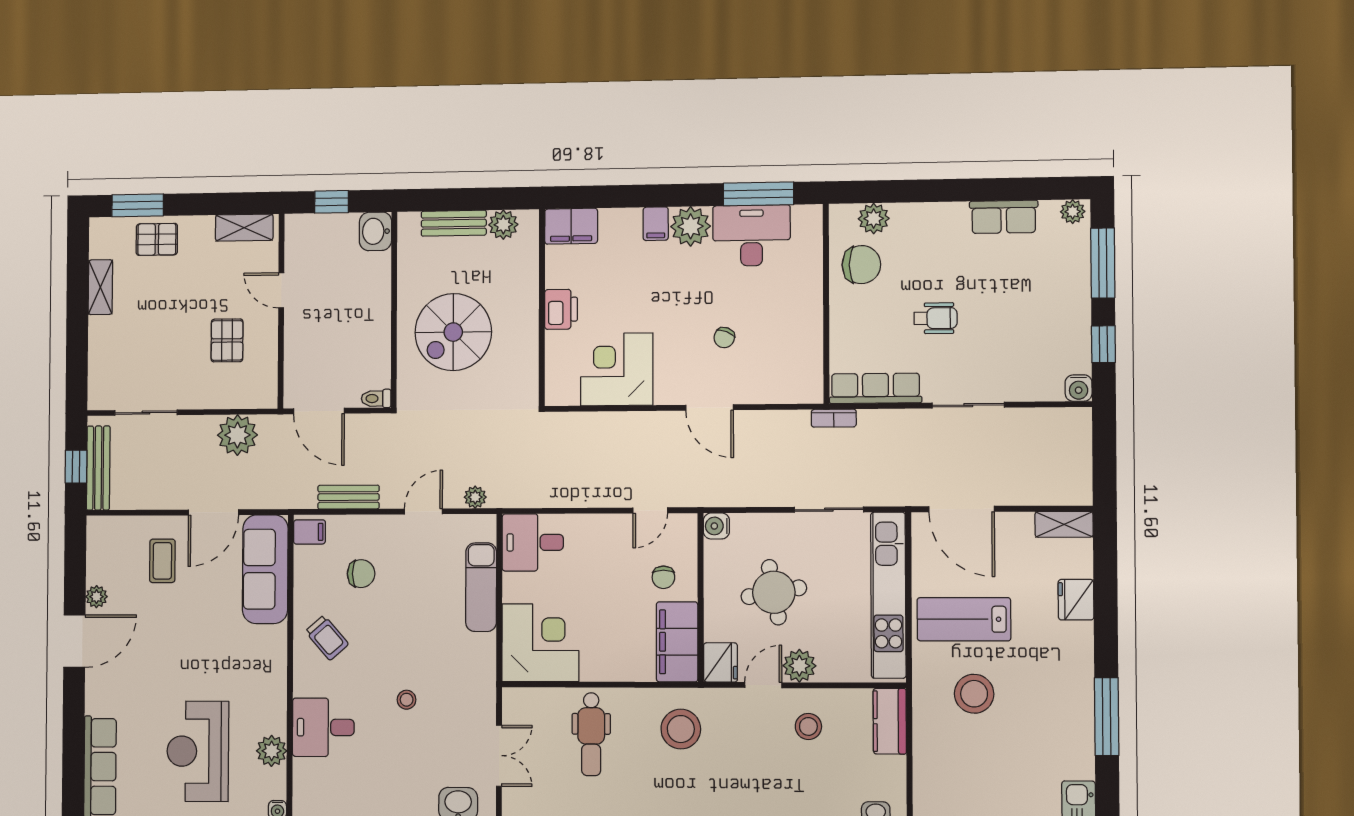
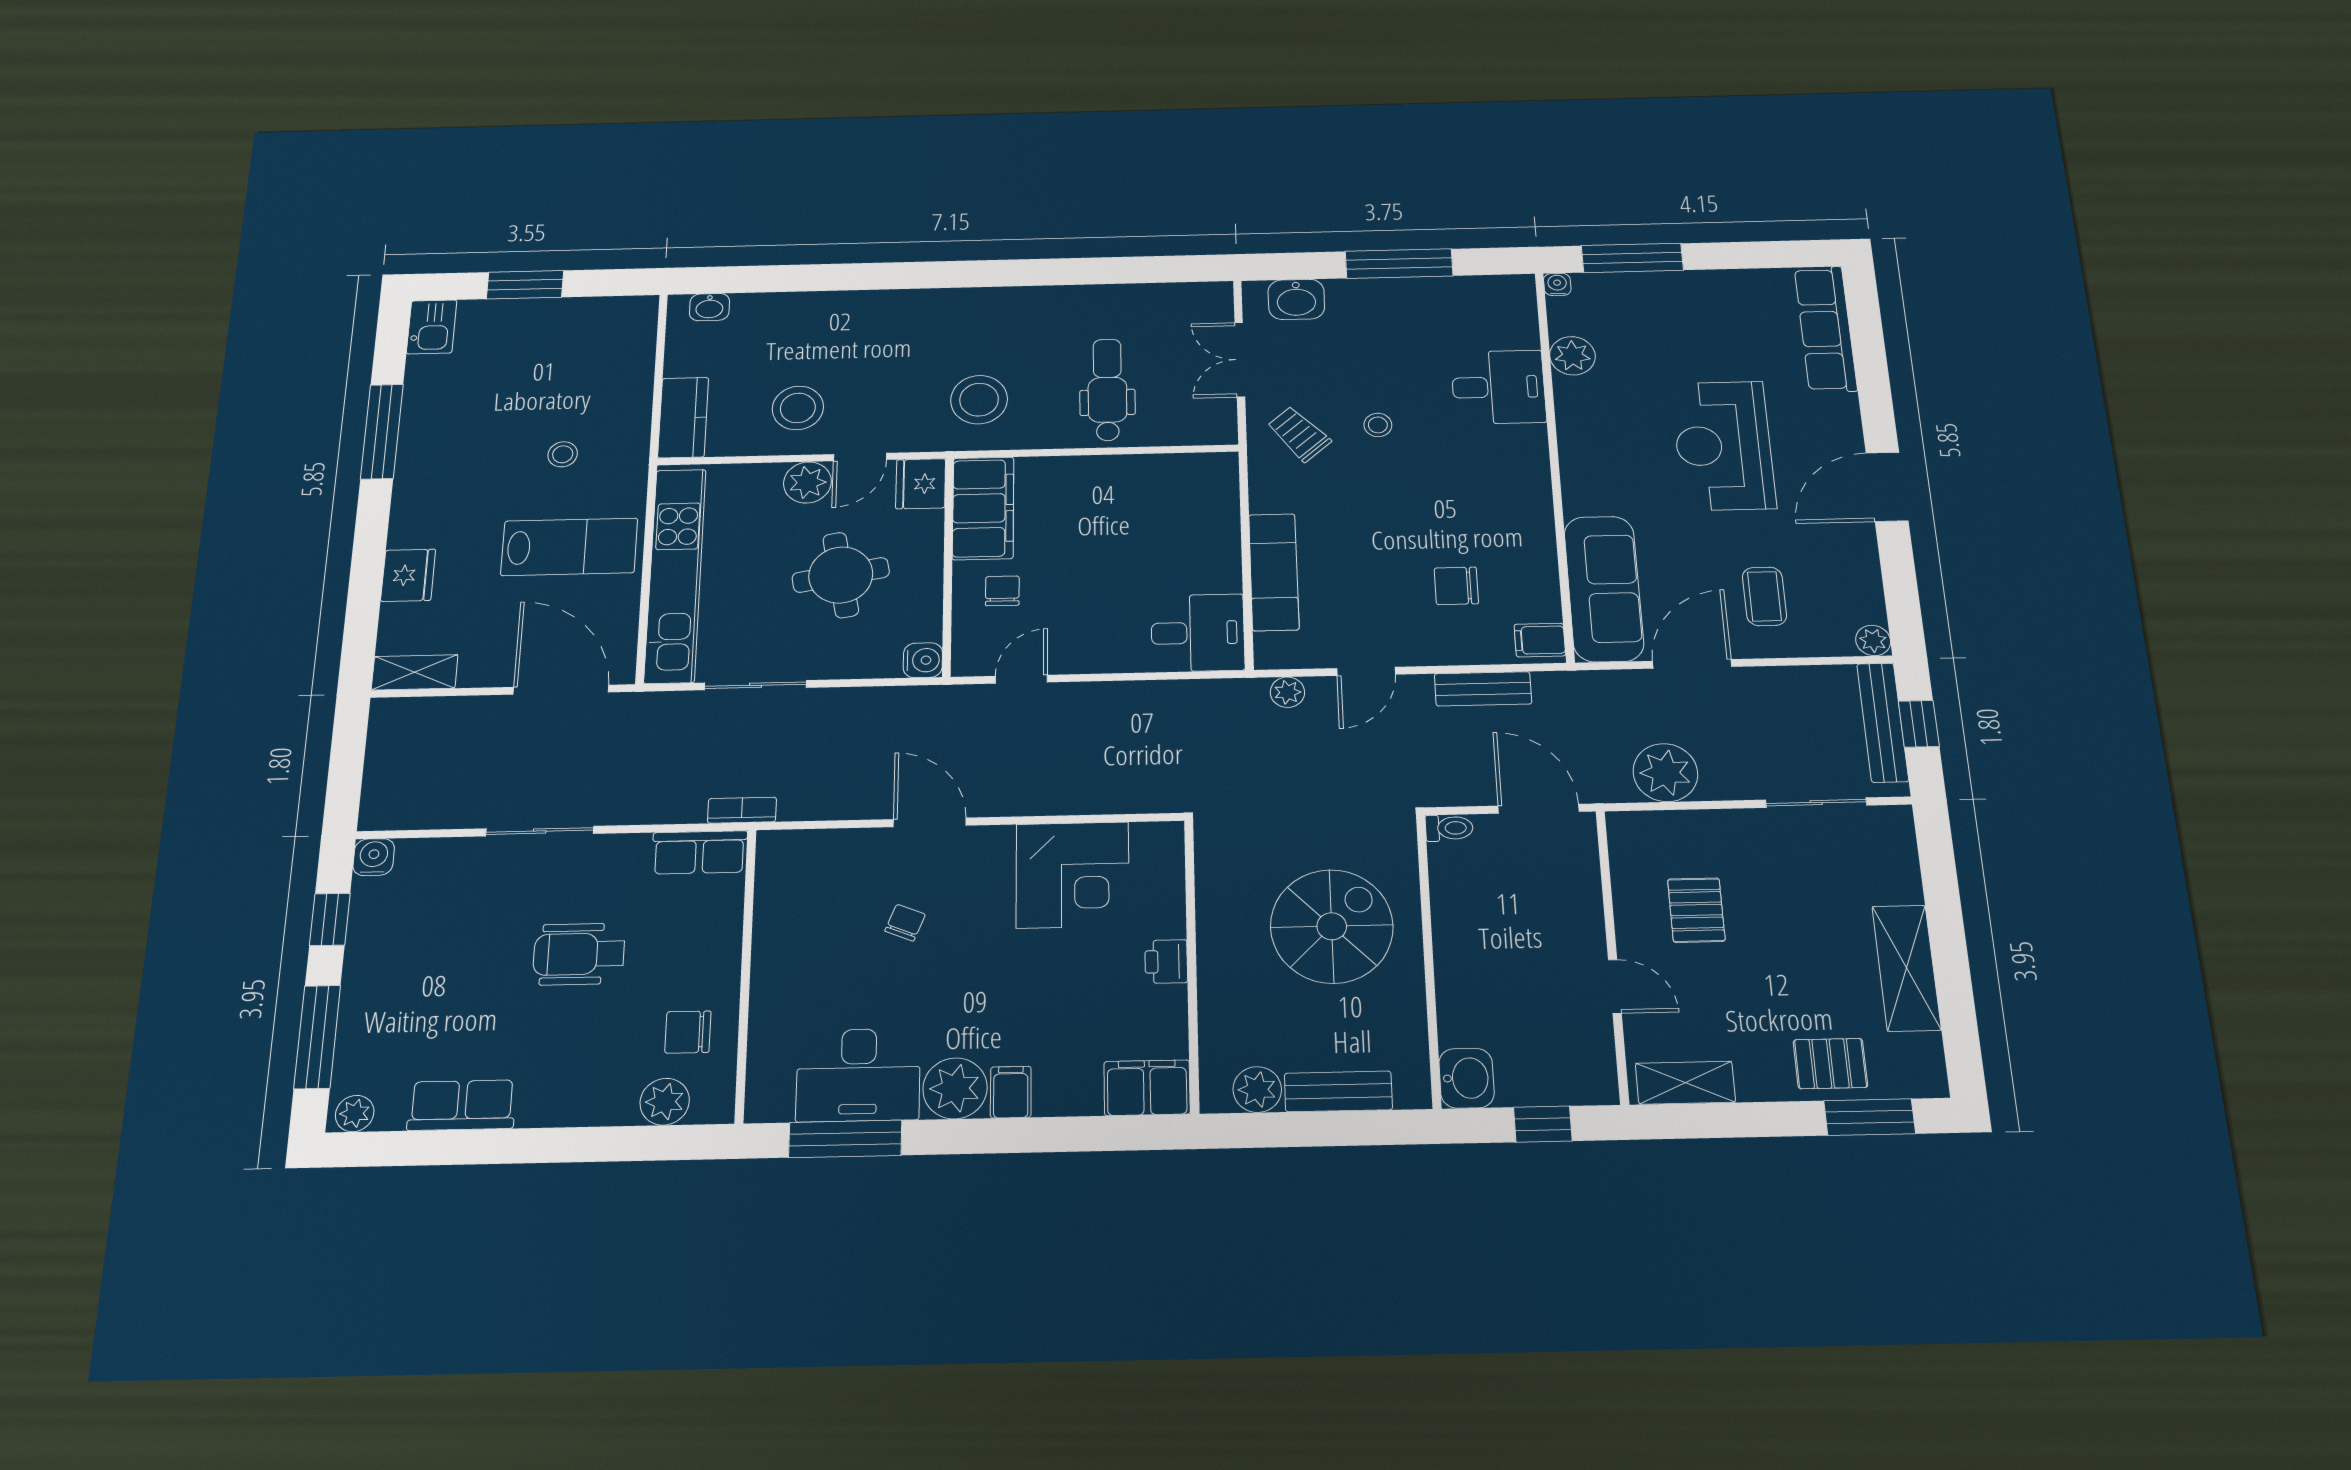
chair: (861, 265) -> (688, 1032), width x0.73, depth x0.73
shelving: (100, 287) -> (1906, 968), width x1.50, depth x1.33
printer: (561, 309) -> (1166, 962), width x0.73, depth x0.81
wheelchair: (936, 318) -> (579, 954), width x1.36, depth x1.37
row of seats: (875, 388) -> (699, 852), width x0.68
plant: (96, 597) -> (1873, 640), moved
trolley: (327, 638) -> (1299, 434), moved
corner desk: (540, 643) -> (1183, 502), removed
stool: (974, 694) -> (563, 454), width x0.53, depth x0.53
stool: (808, 726) -> (798, 408), width x1.38, depth x1.38
reception desk: (198, 751) -> (1723, 446), moved, turned 180

